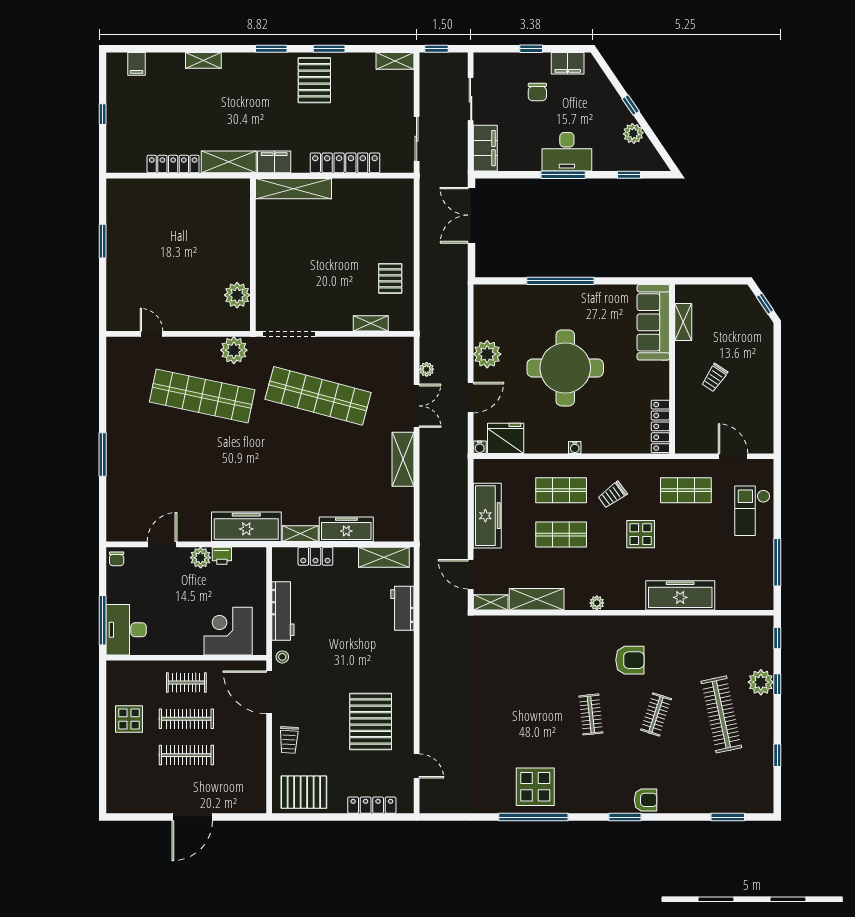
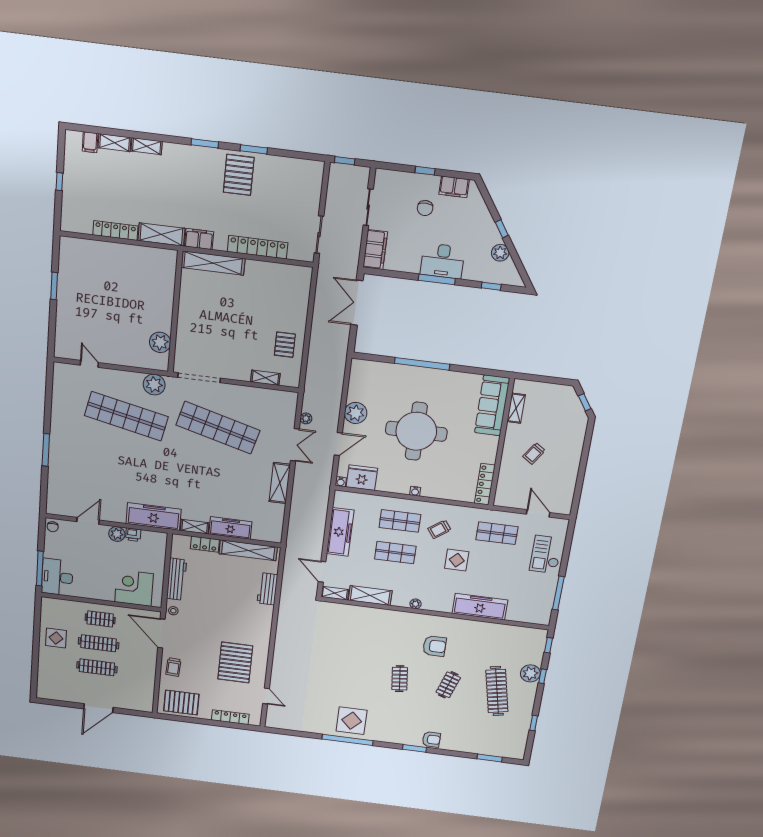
shelving: (395, 61) -> (115, 143), moved
shelving: (384, 557) -> (248, 550), width x1.47

